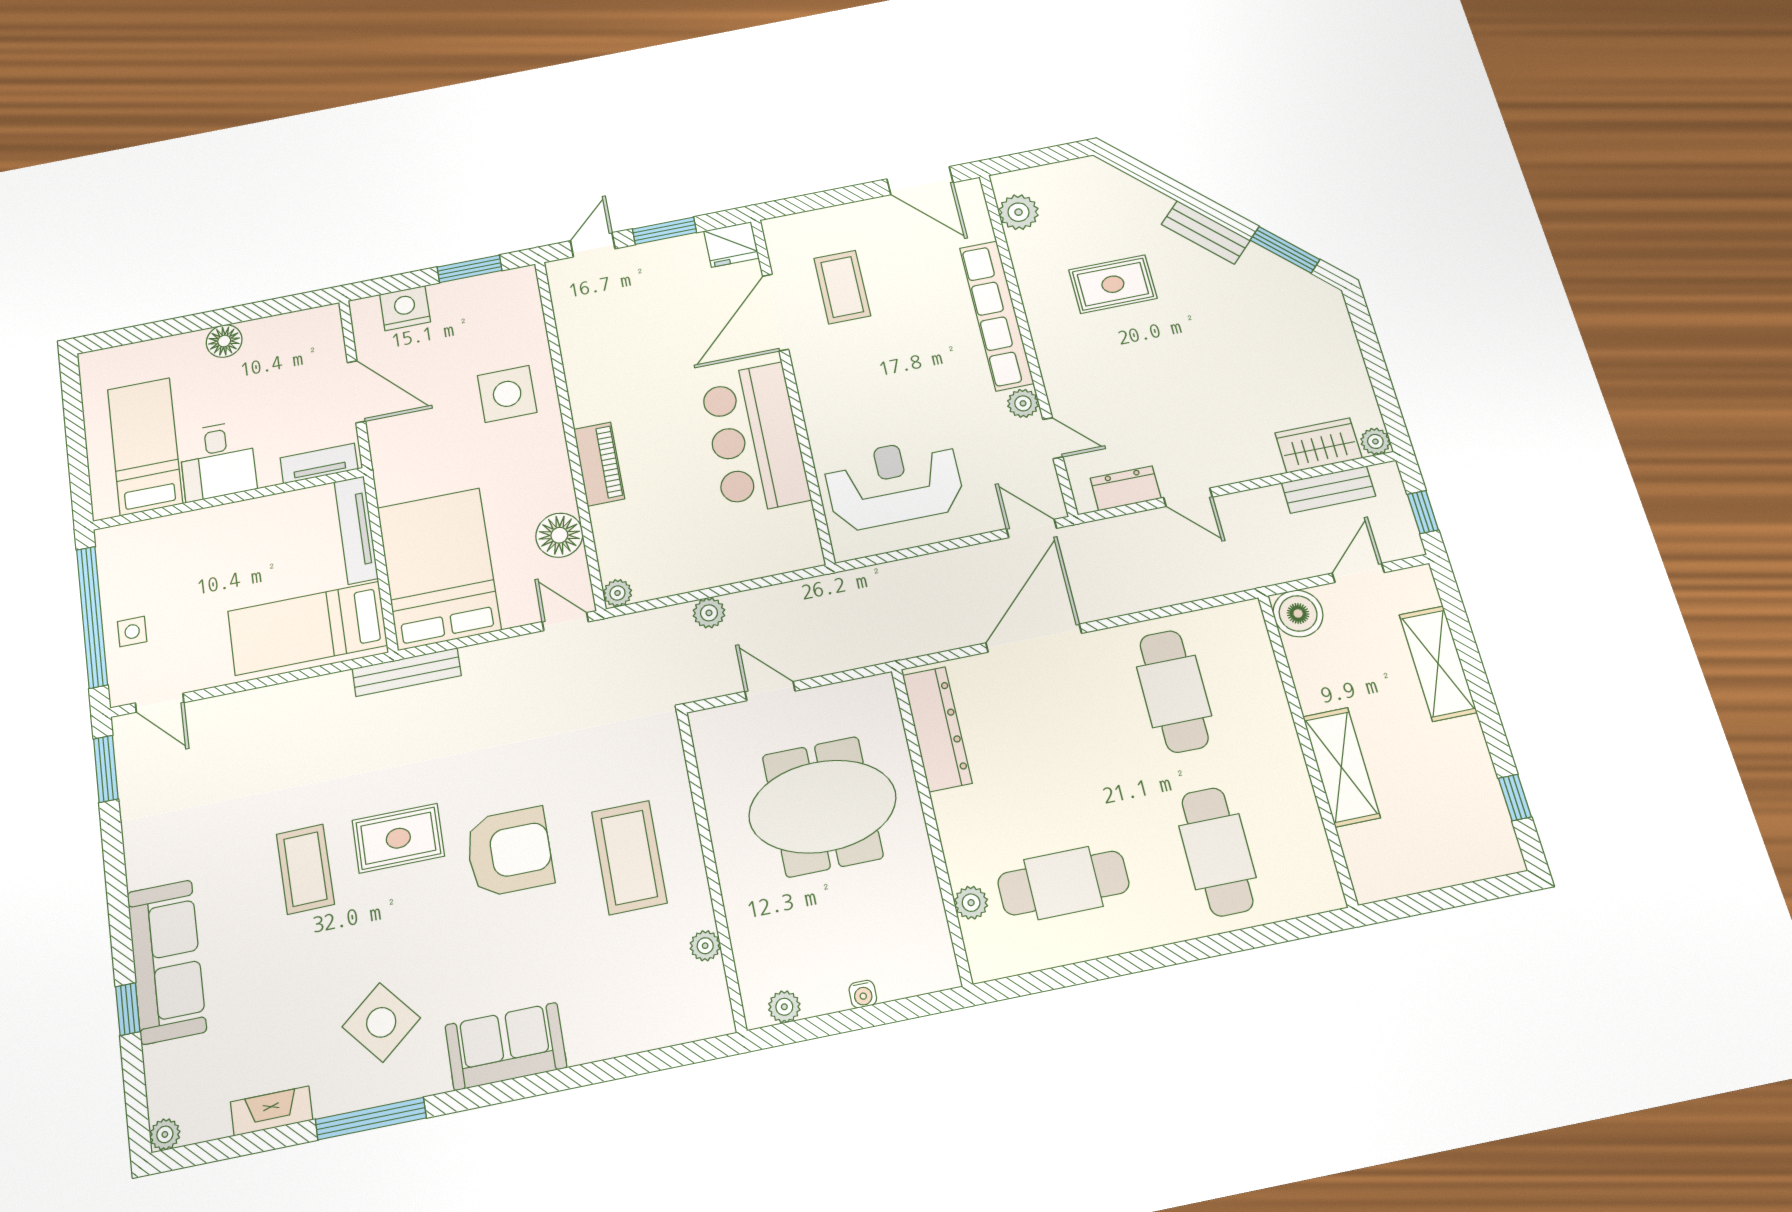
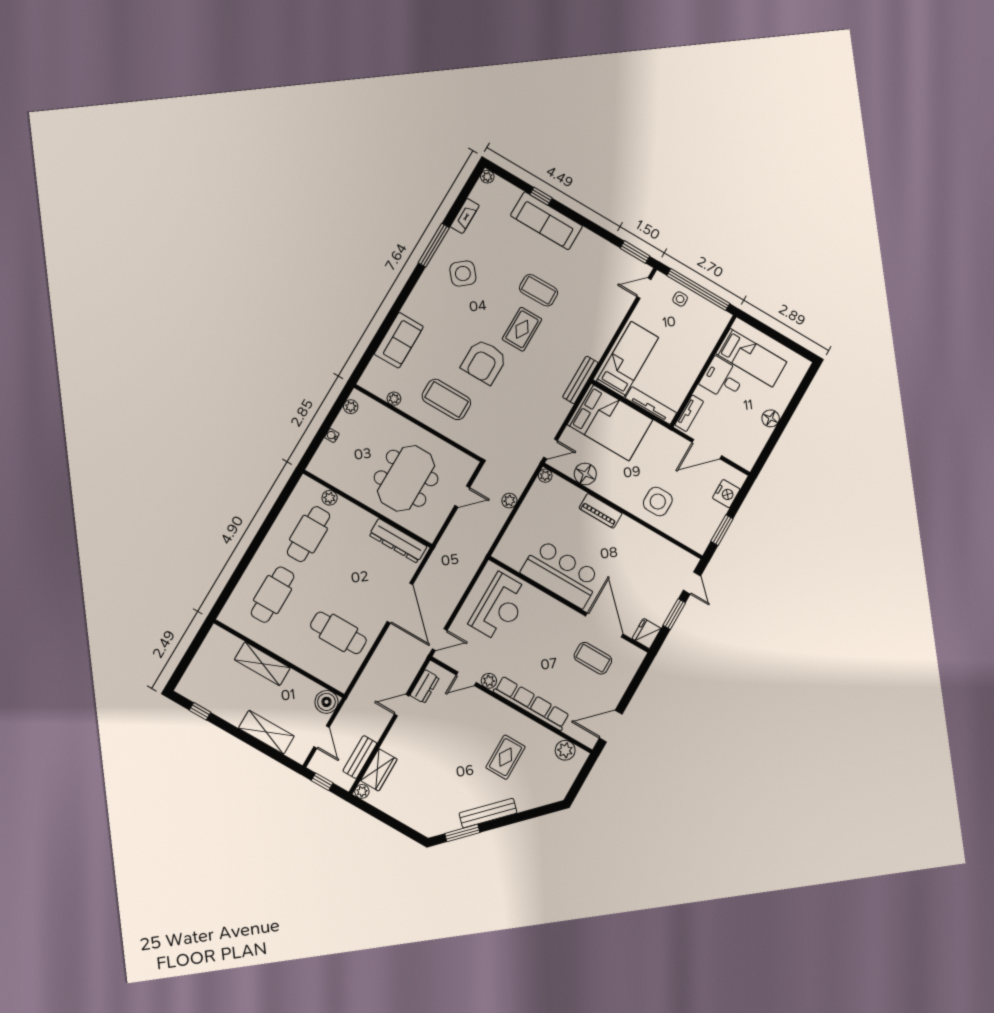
bench: (1206, 232) -> (488, 813), width x1.36
cafe table: (1217, 852) -> (273, 595), turned 90
sofa: (506, 1046) -> (399, 340), moved

